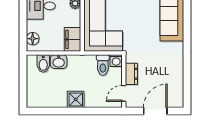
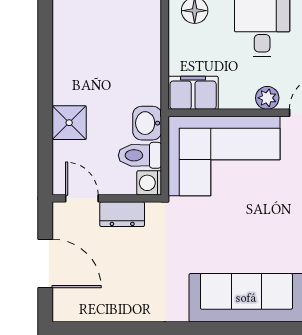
washbasin: (59, 62) -> (147, 123), moved
bidet: (43, 64) -> (143, 32), removed
shower: (76, 99) -> (69, 123), moved

